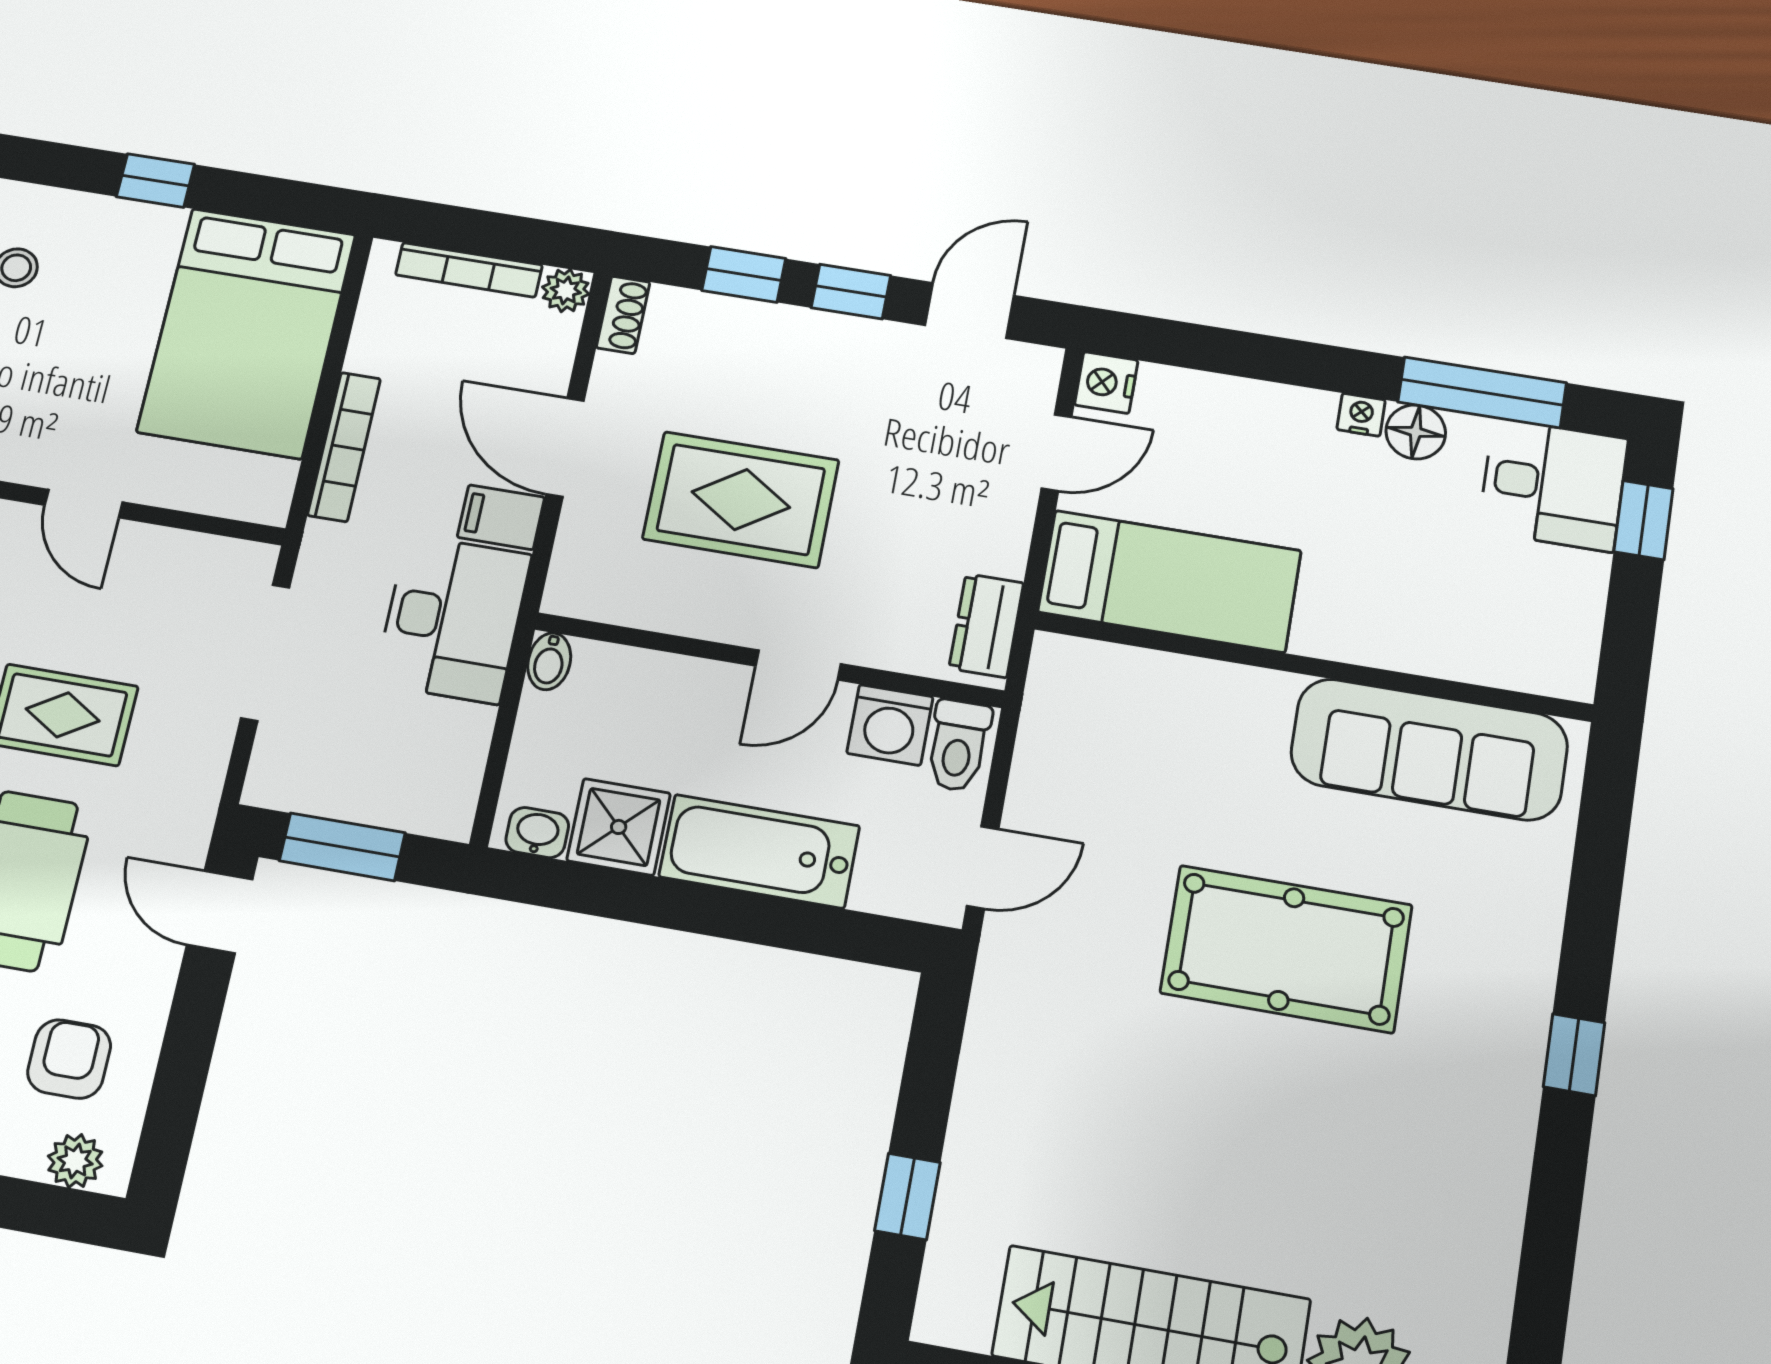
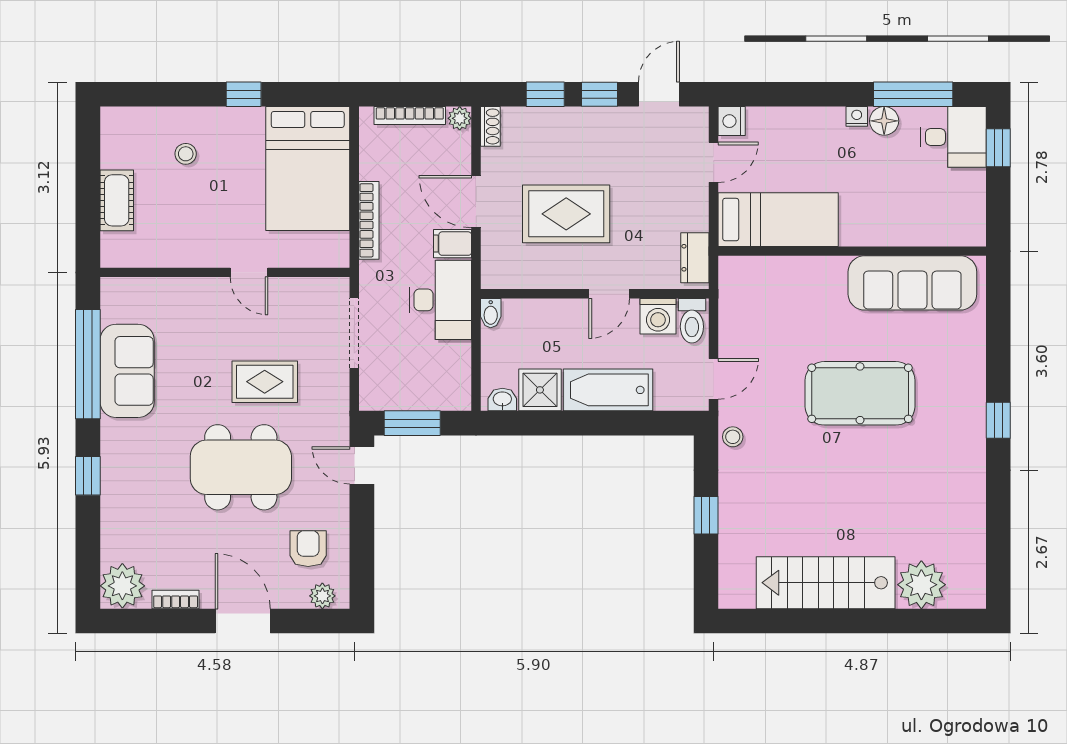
stool: (1003, 990) -> (733, 437), added
window: (907, 1196) -> (706, 515), moved

